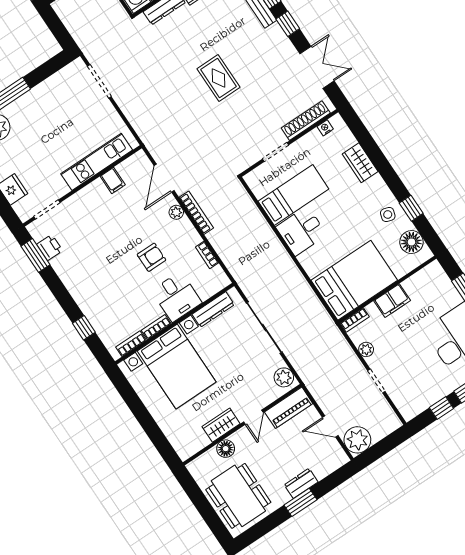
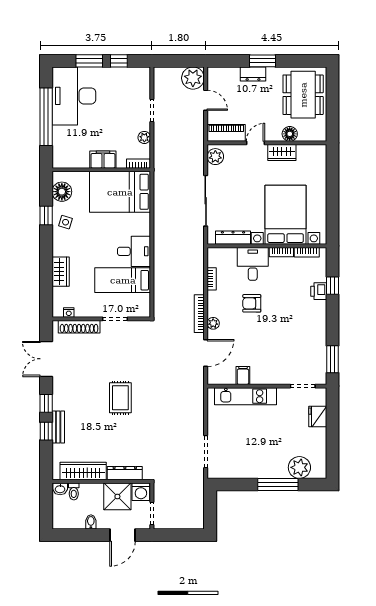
printer: (50, 248) -> (319, 291), moved

